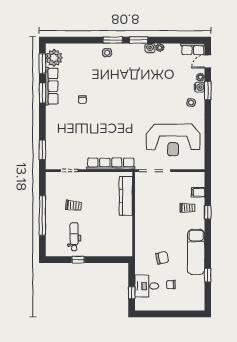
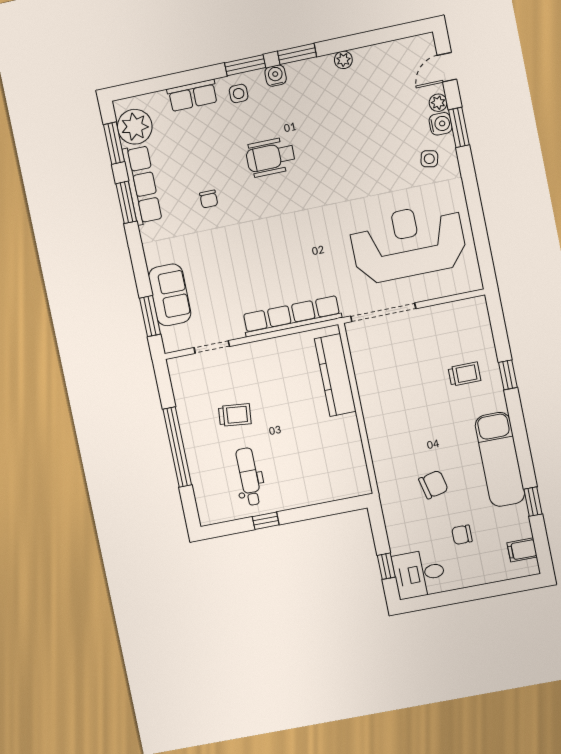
water cooler: (150, 48) -> (276, 76), moved
row of seats: (193, 49) -> (192, 95), moved
wheelchair: (116, 86) -> (271, 157), added
reception desk: (173, 140) -> (408, 243), turned 180
sofa: (54, 141) -> (170, 295), added
filing cabinet: (198, 192) -> (522, 550), moved
desk: (147, 286) -> (419, 574), moved

